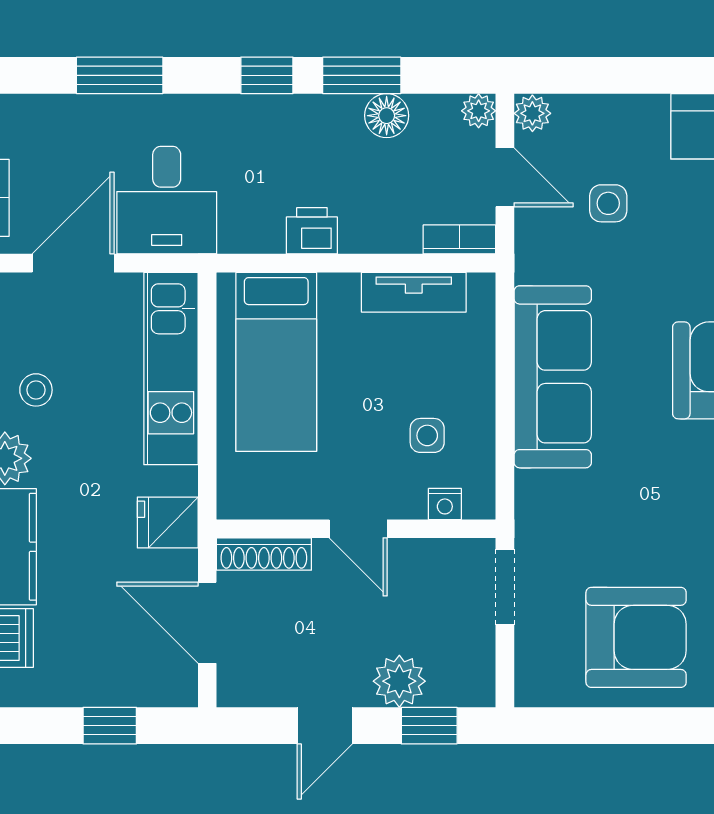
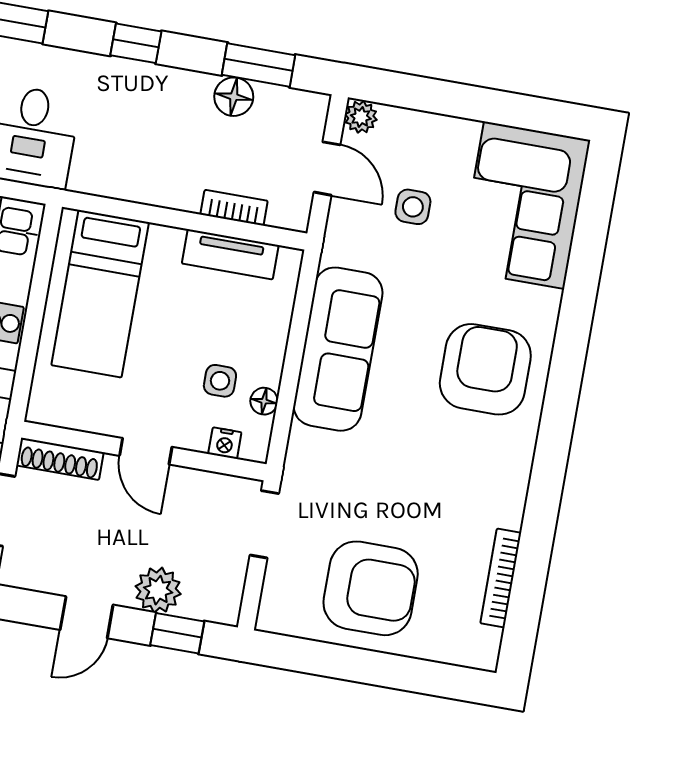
window: (362, 75) -> (258, 65), moved
plant: (479, 111) -> (314, 107), removed
printer: (312, 231) -> (151, 185), removed
bookcase: (459, 239) -> (234, 208), moved
floor lamp: (480, 449) -> (264, 401), added

